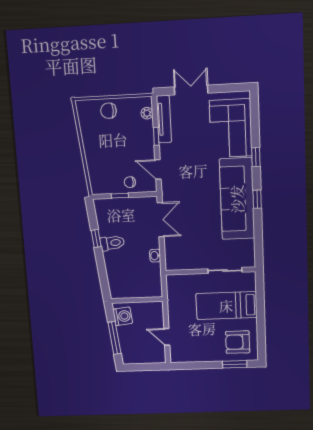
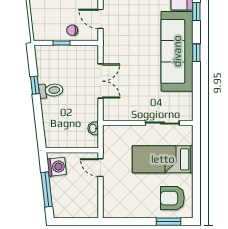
double door: (161, 220) -> (101, 81), moved
washbasin: (155, 256) -> (93, 128), moved
door: (167, 337) -> (101, 168), moved

